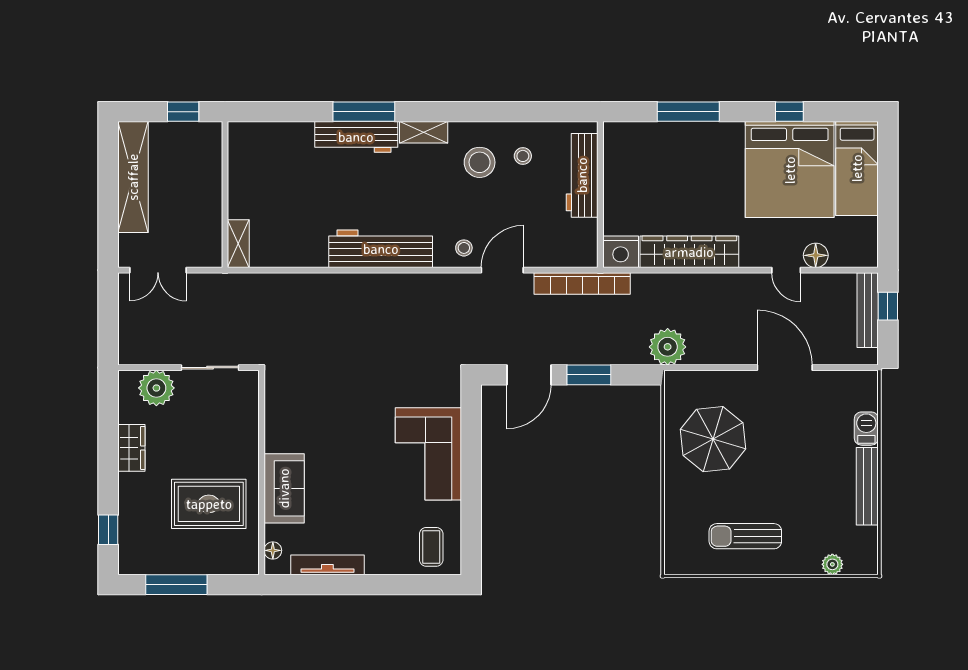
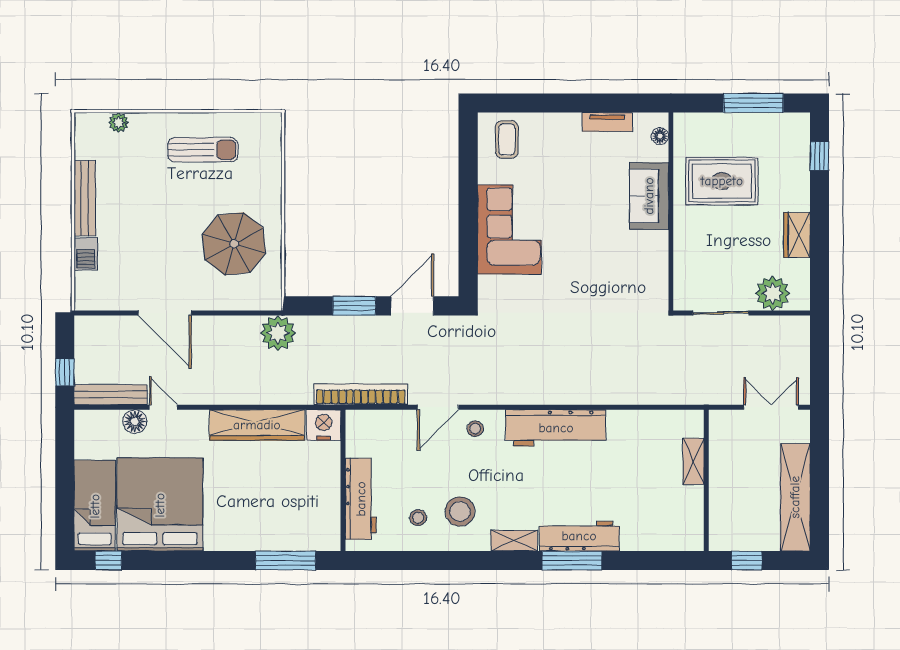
window: (688, 112) -> (286, 561), moved
window: (789, 112) -> (108, 561), moved
shelving: (238, 244) -> (693, 461), moved
bench: (868, 310) -> (111, 395), moved, turned 90
tv unit: (327, 565) -> (607, 122), width x0.71

